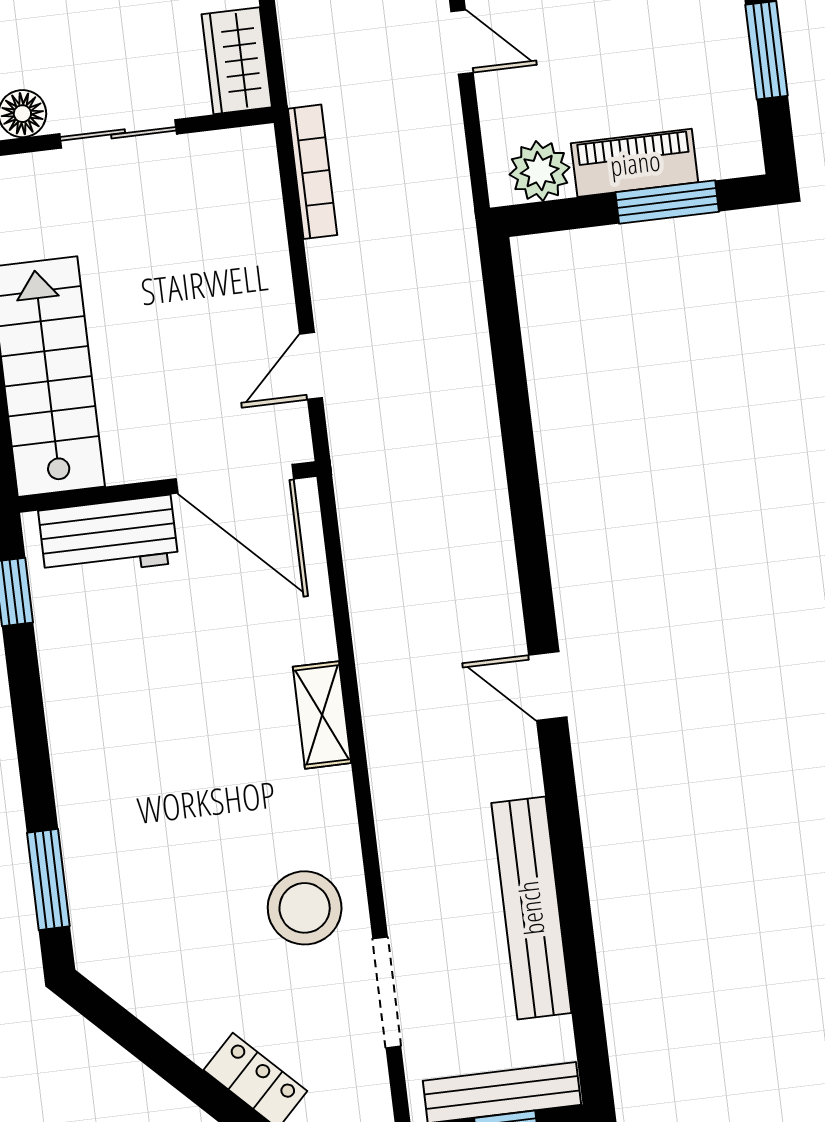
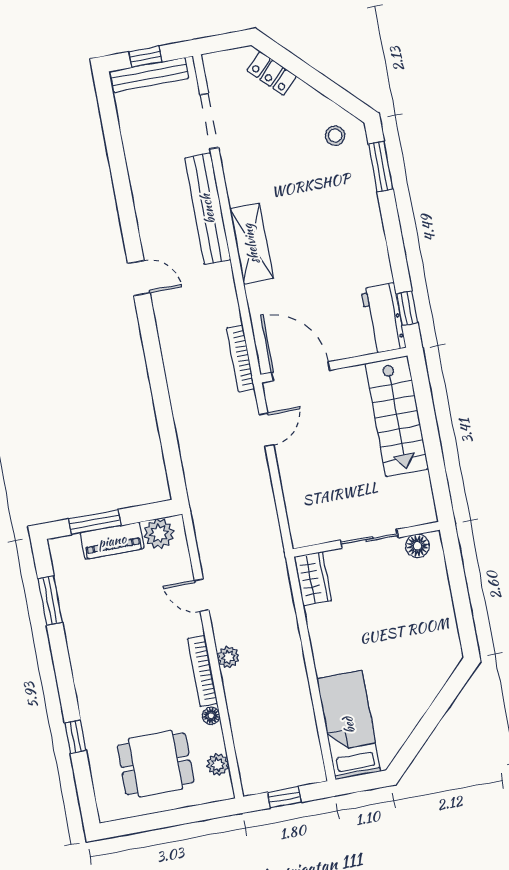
bookcase: (312, 172) -> (241, 358), moved
workbench: (108, 537) -> (383, 318), moved, turned -90
shelving: (322, 715) -> (251, 244), width x1.50, depth x1.33
stool: (305, 908) -> (335, 136), moved, width x0.53, depth x0.53
bench: (531, 908) -> (208, 209), moved

